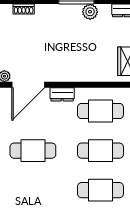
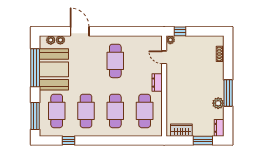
door: (28, 85) -> (164, 57), width x0.53

